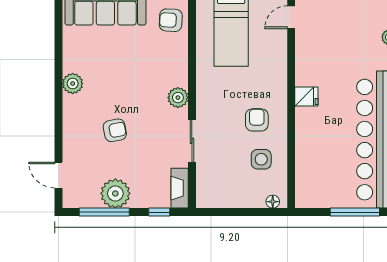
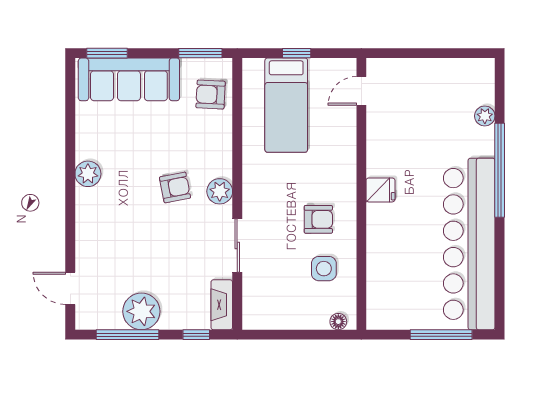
armchair: (257, 120) -> (318, 219), turned 90
armchair: (115, 130) -> (175, 187), moved

